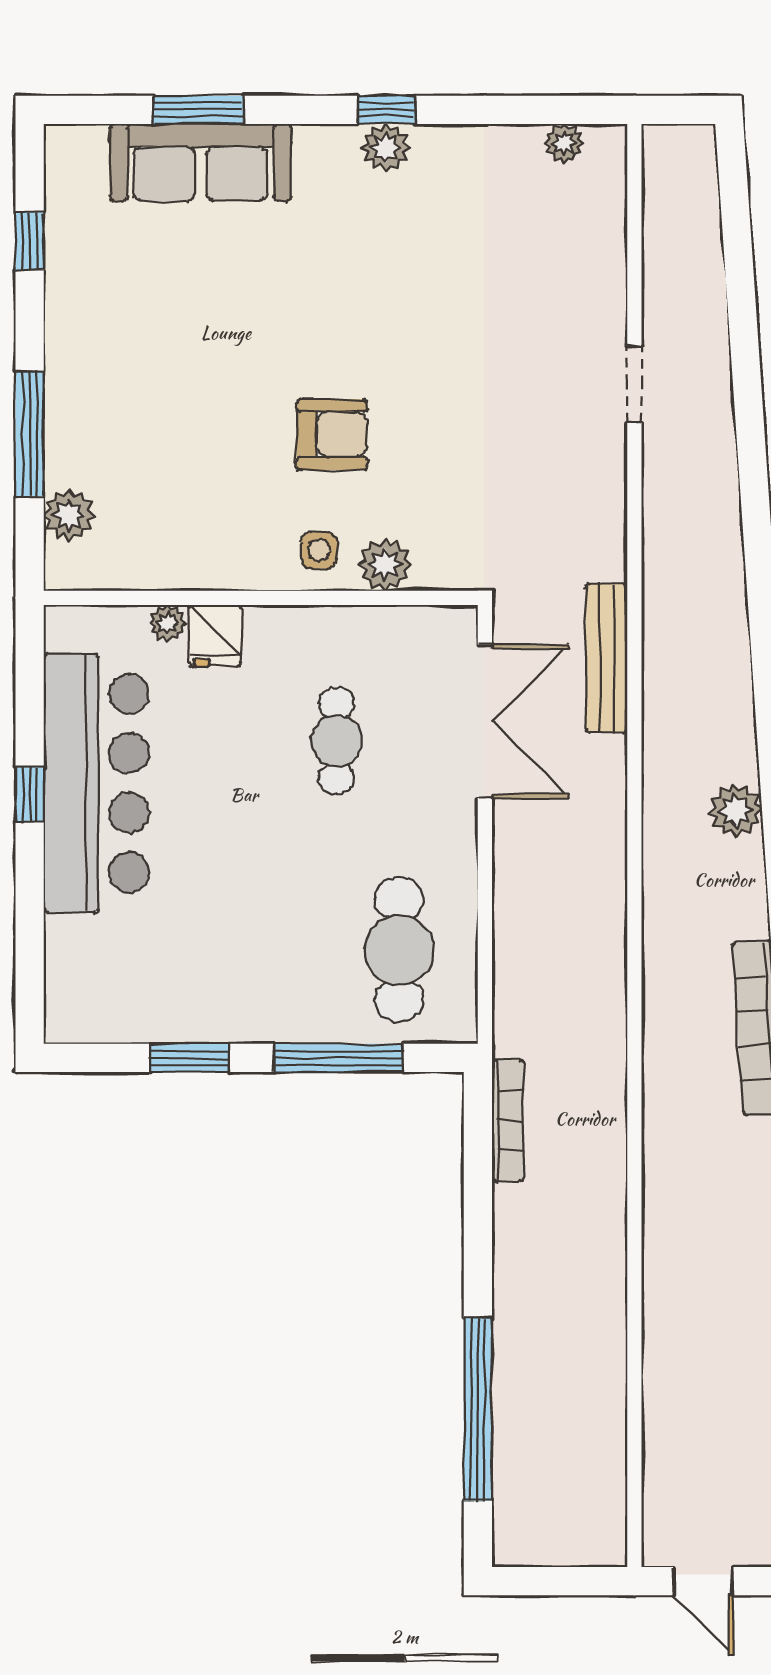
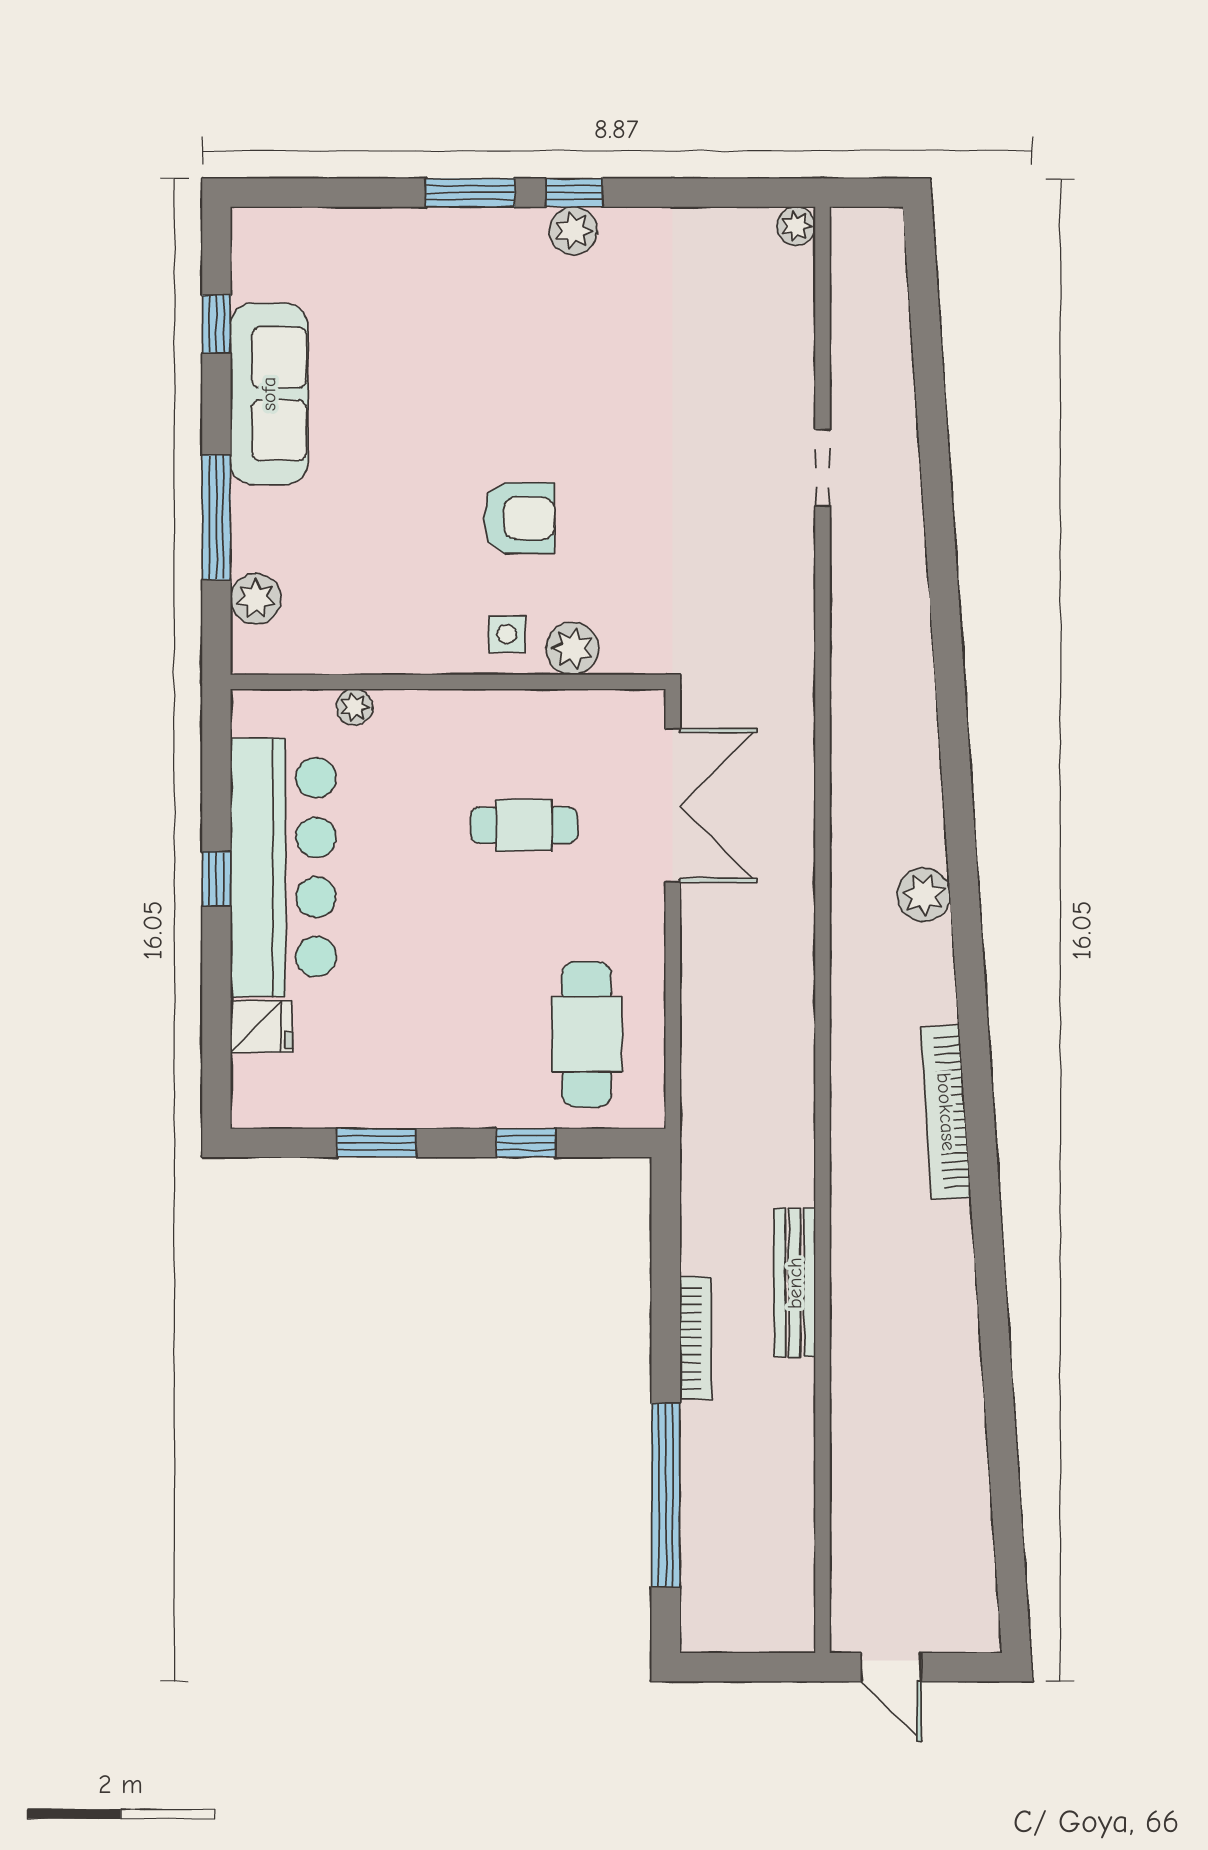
window: (198, 110) -> (470, 193), moved
plant: (564, 143) -> (796, 226), moved
sofa: (200, 162) -> (269, 394), moved, turned -90
fridge: (215, 636) -> (261, 1027), moved, turned -90
bench: (607, 658) -> (795, 1283), moved
cafe table: (337, 741) -> (524, 825), turned 90
window: (339, 1058) -> (526, 1143), width x0.46
bookcase: (508, 1120) -> (695, 1338), moved

